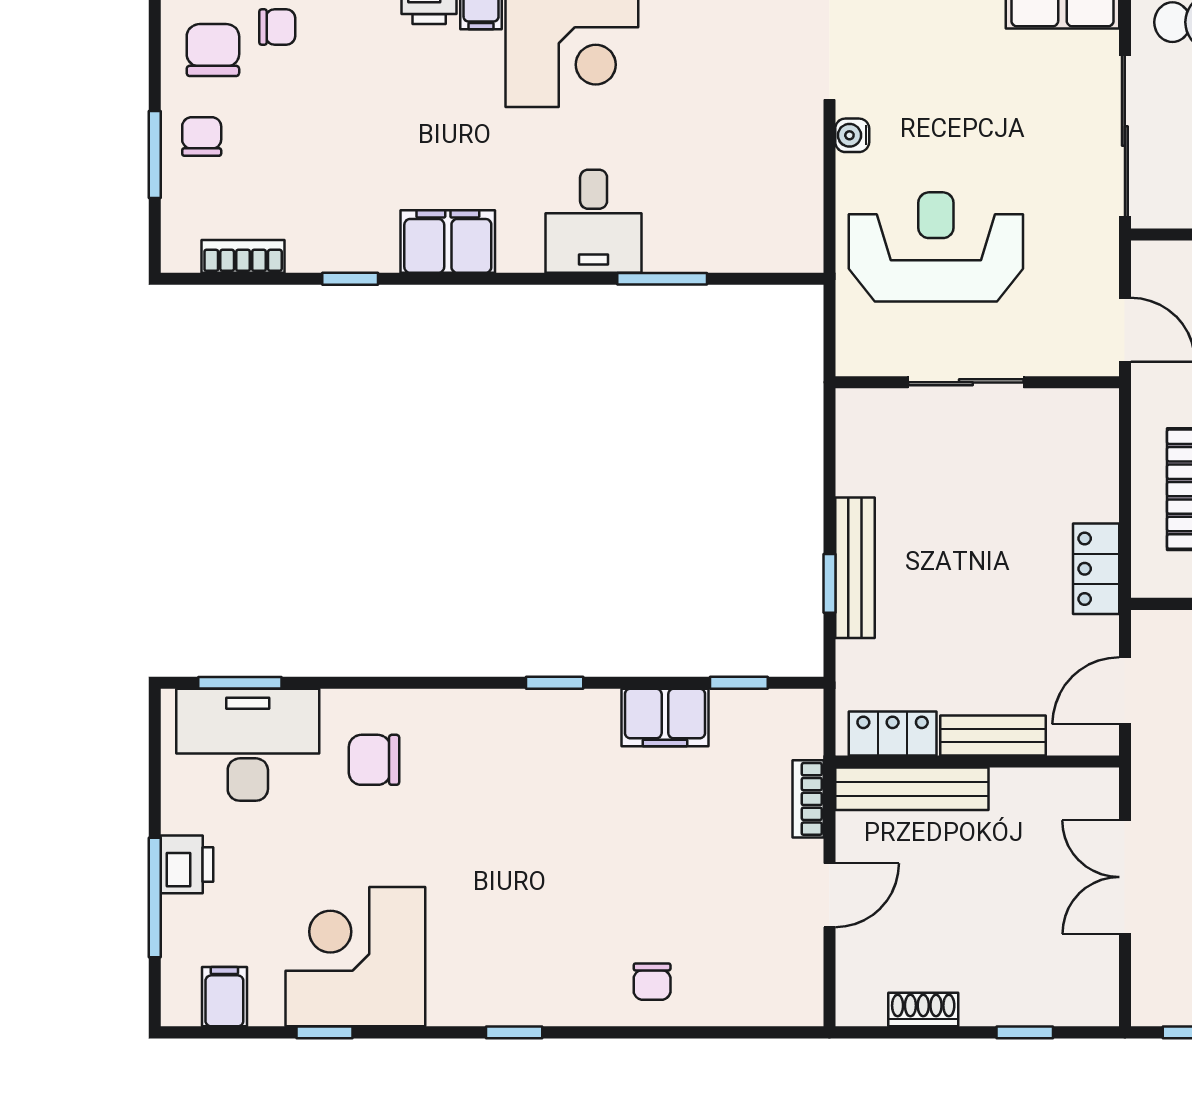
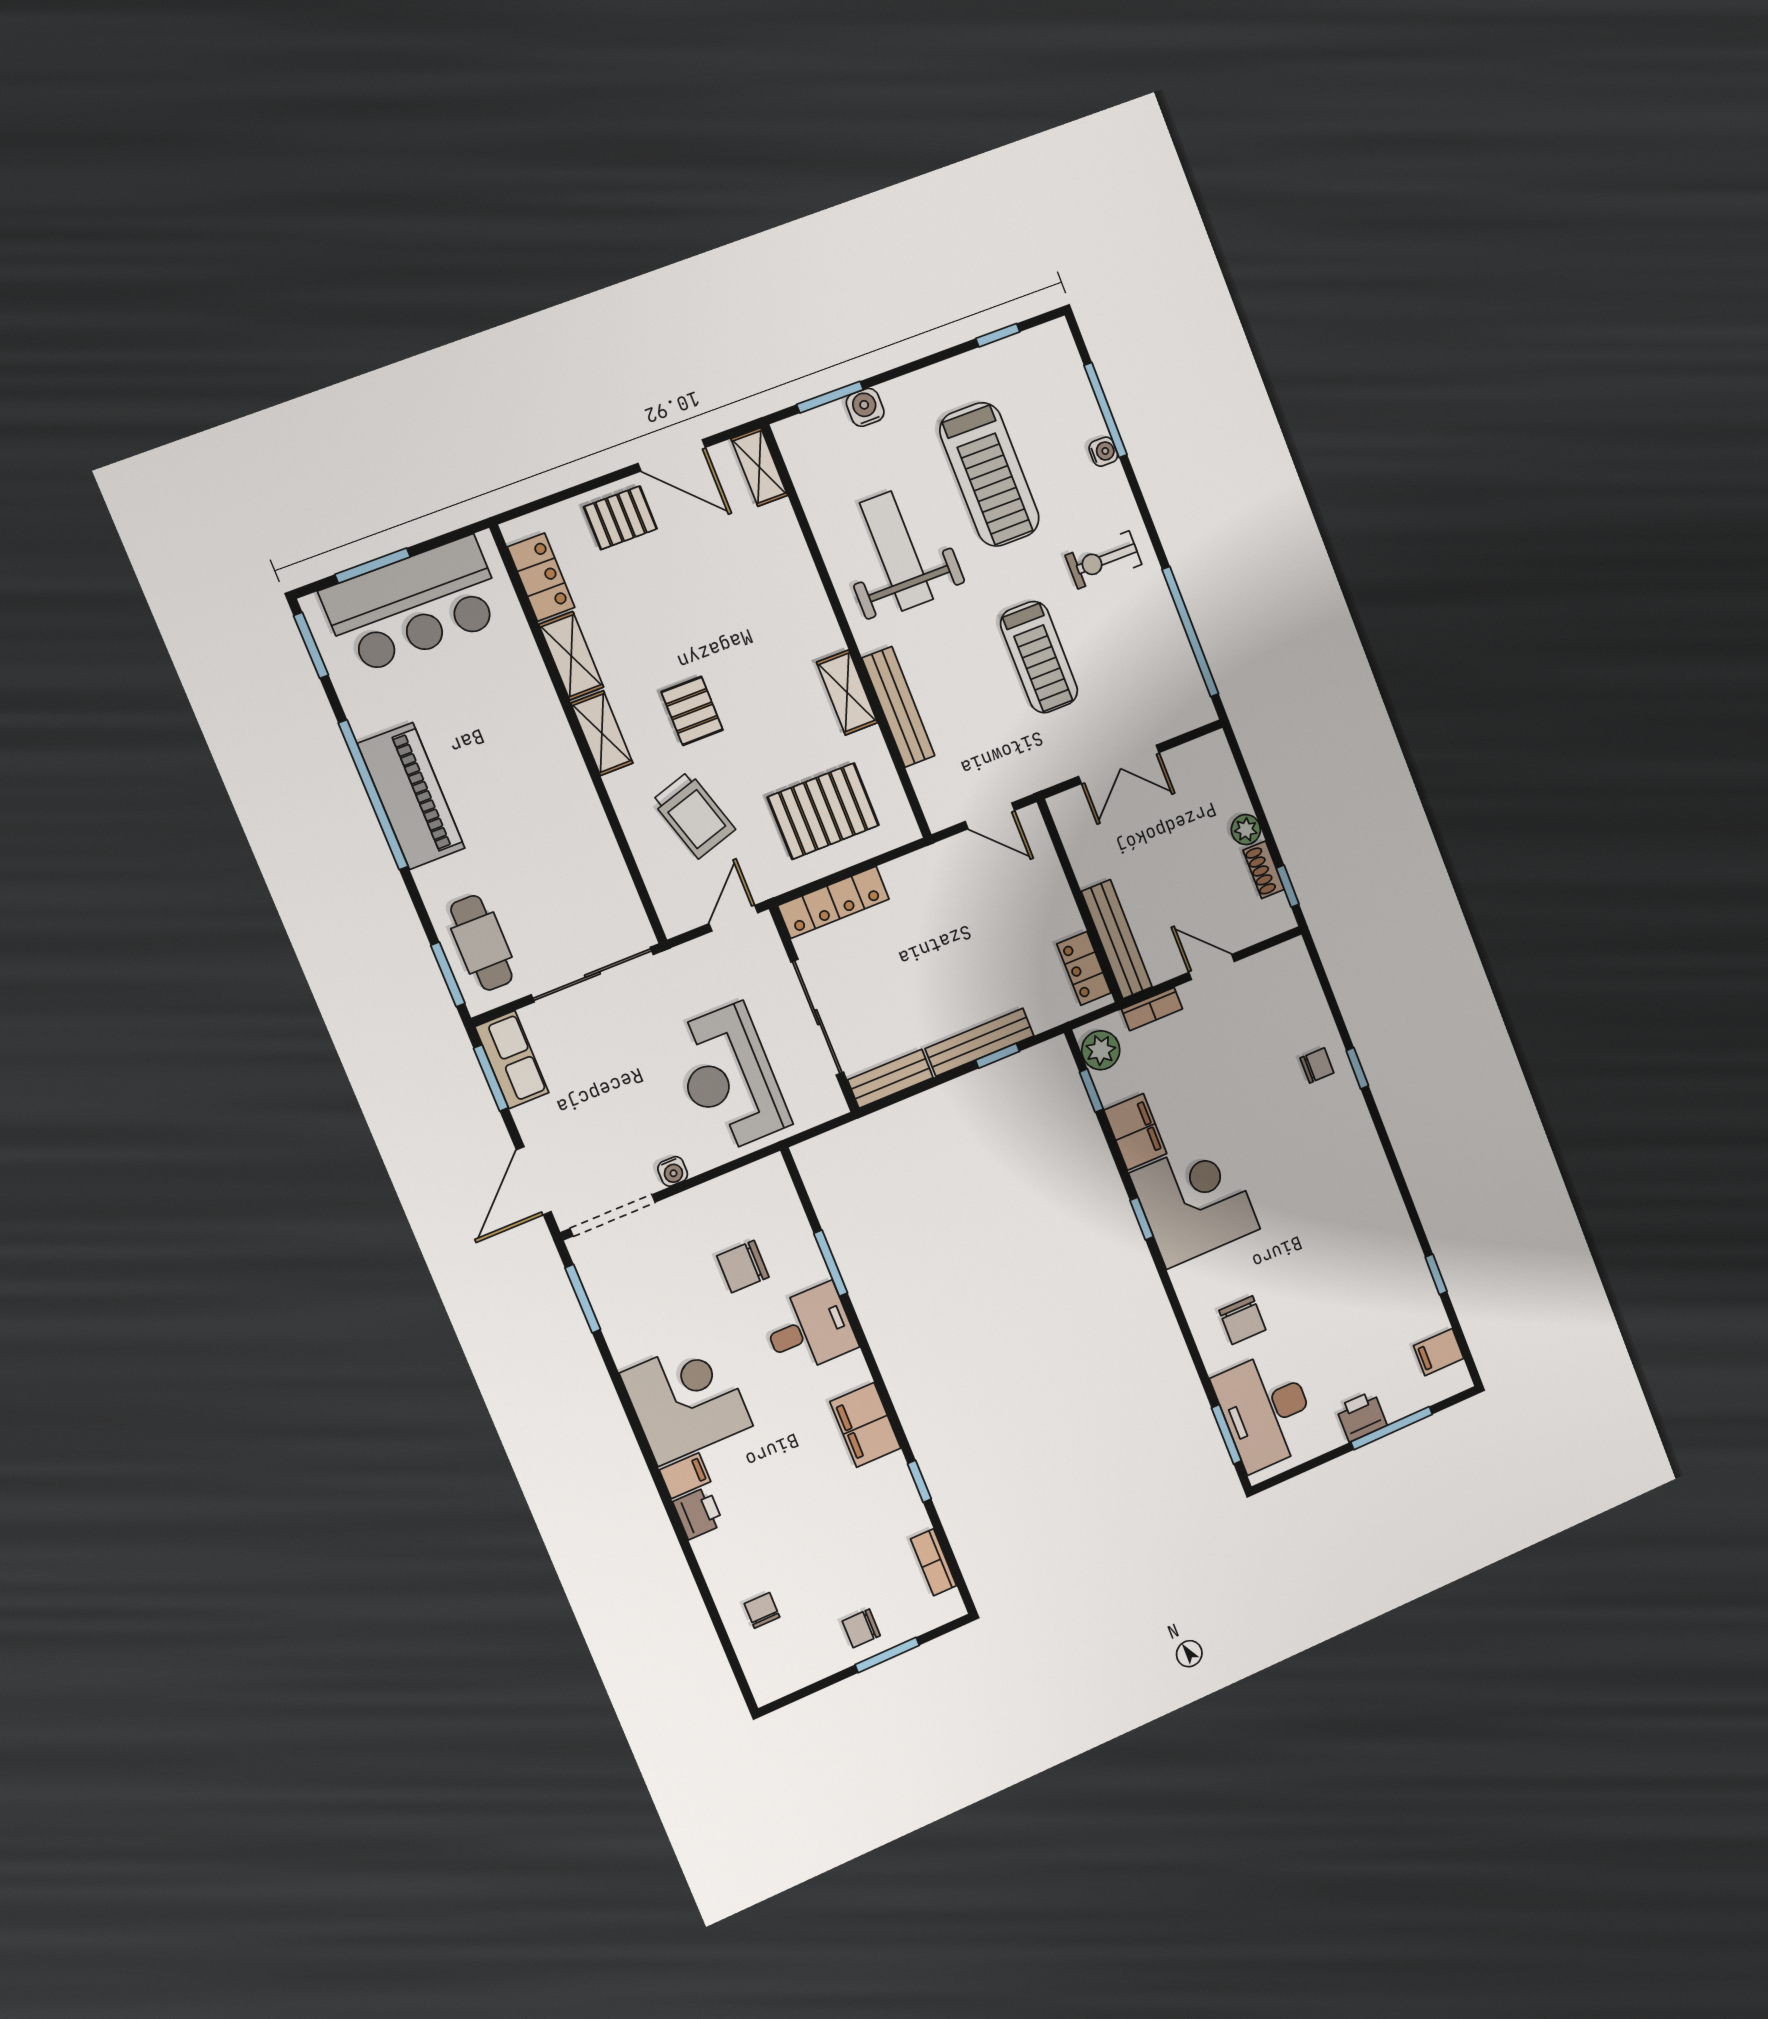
chair: (213, 50) -> (743, 1267), moved
sliding door: (966, 382) -> (817, 1017), width x1.37
locker: (1096, 569) -> (833, 902), moved, width x1.53
plant: (784, 714) -> (1101, 1050), added
bench: (993, 735) -> (890, 1079), moved, turned 90
corner desk: (355, 957) -> (1195, 1201), moved, turned 180
plant: (982, 1007) -> (1246, 830), added
window: (514, 1032) -> (1357, 1068), moved
window: (1025, 1032) -> (1288, 886), moved

